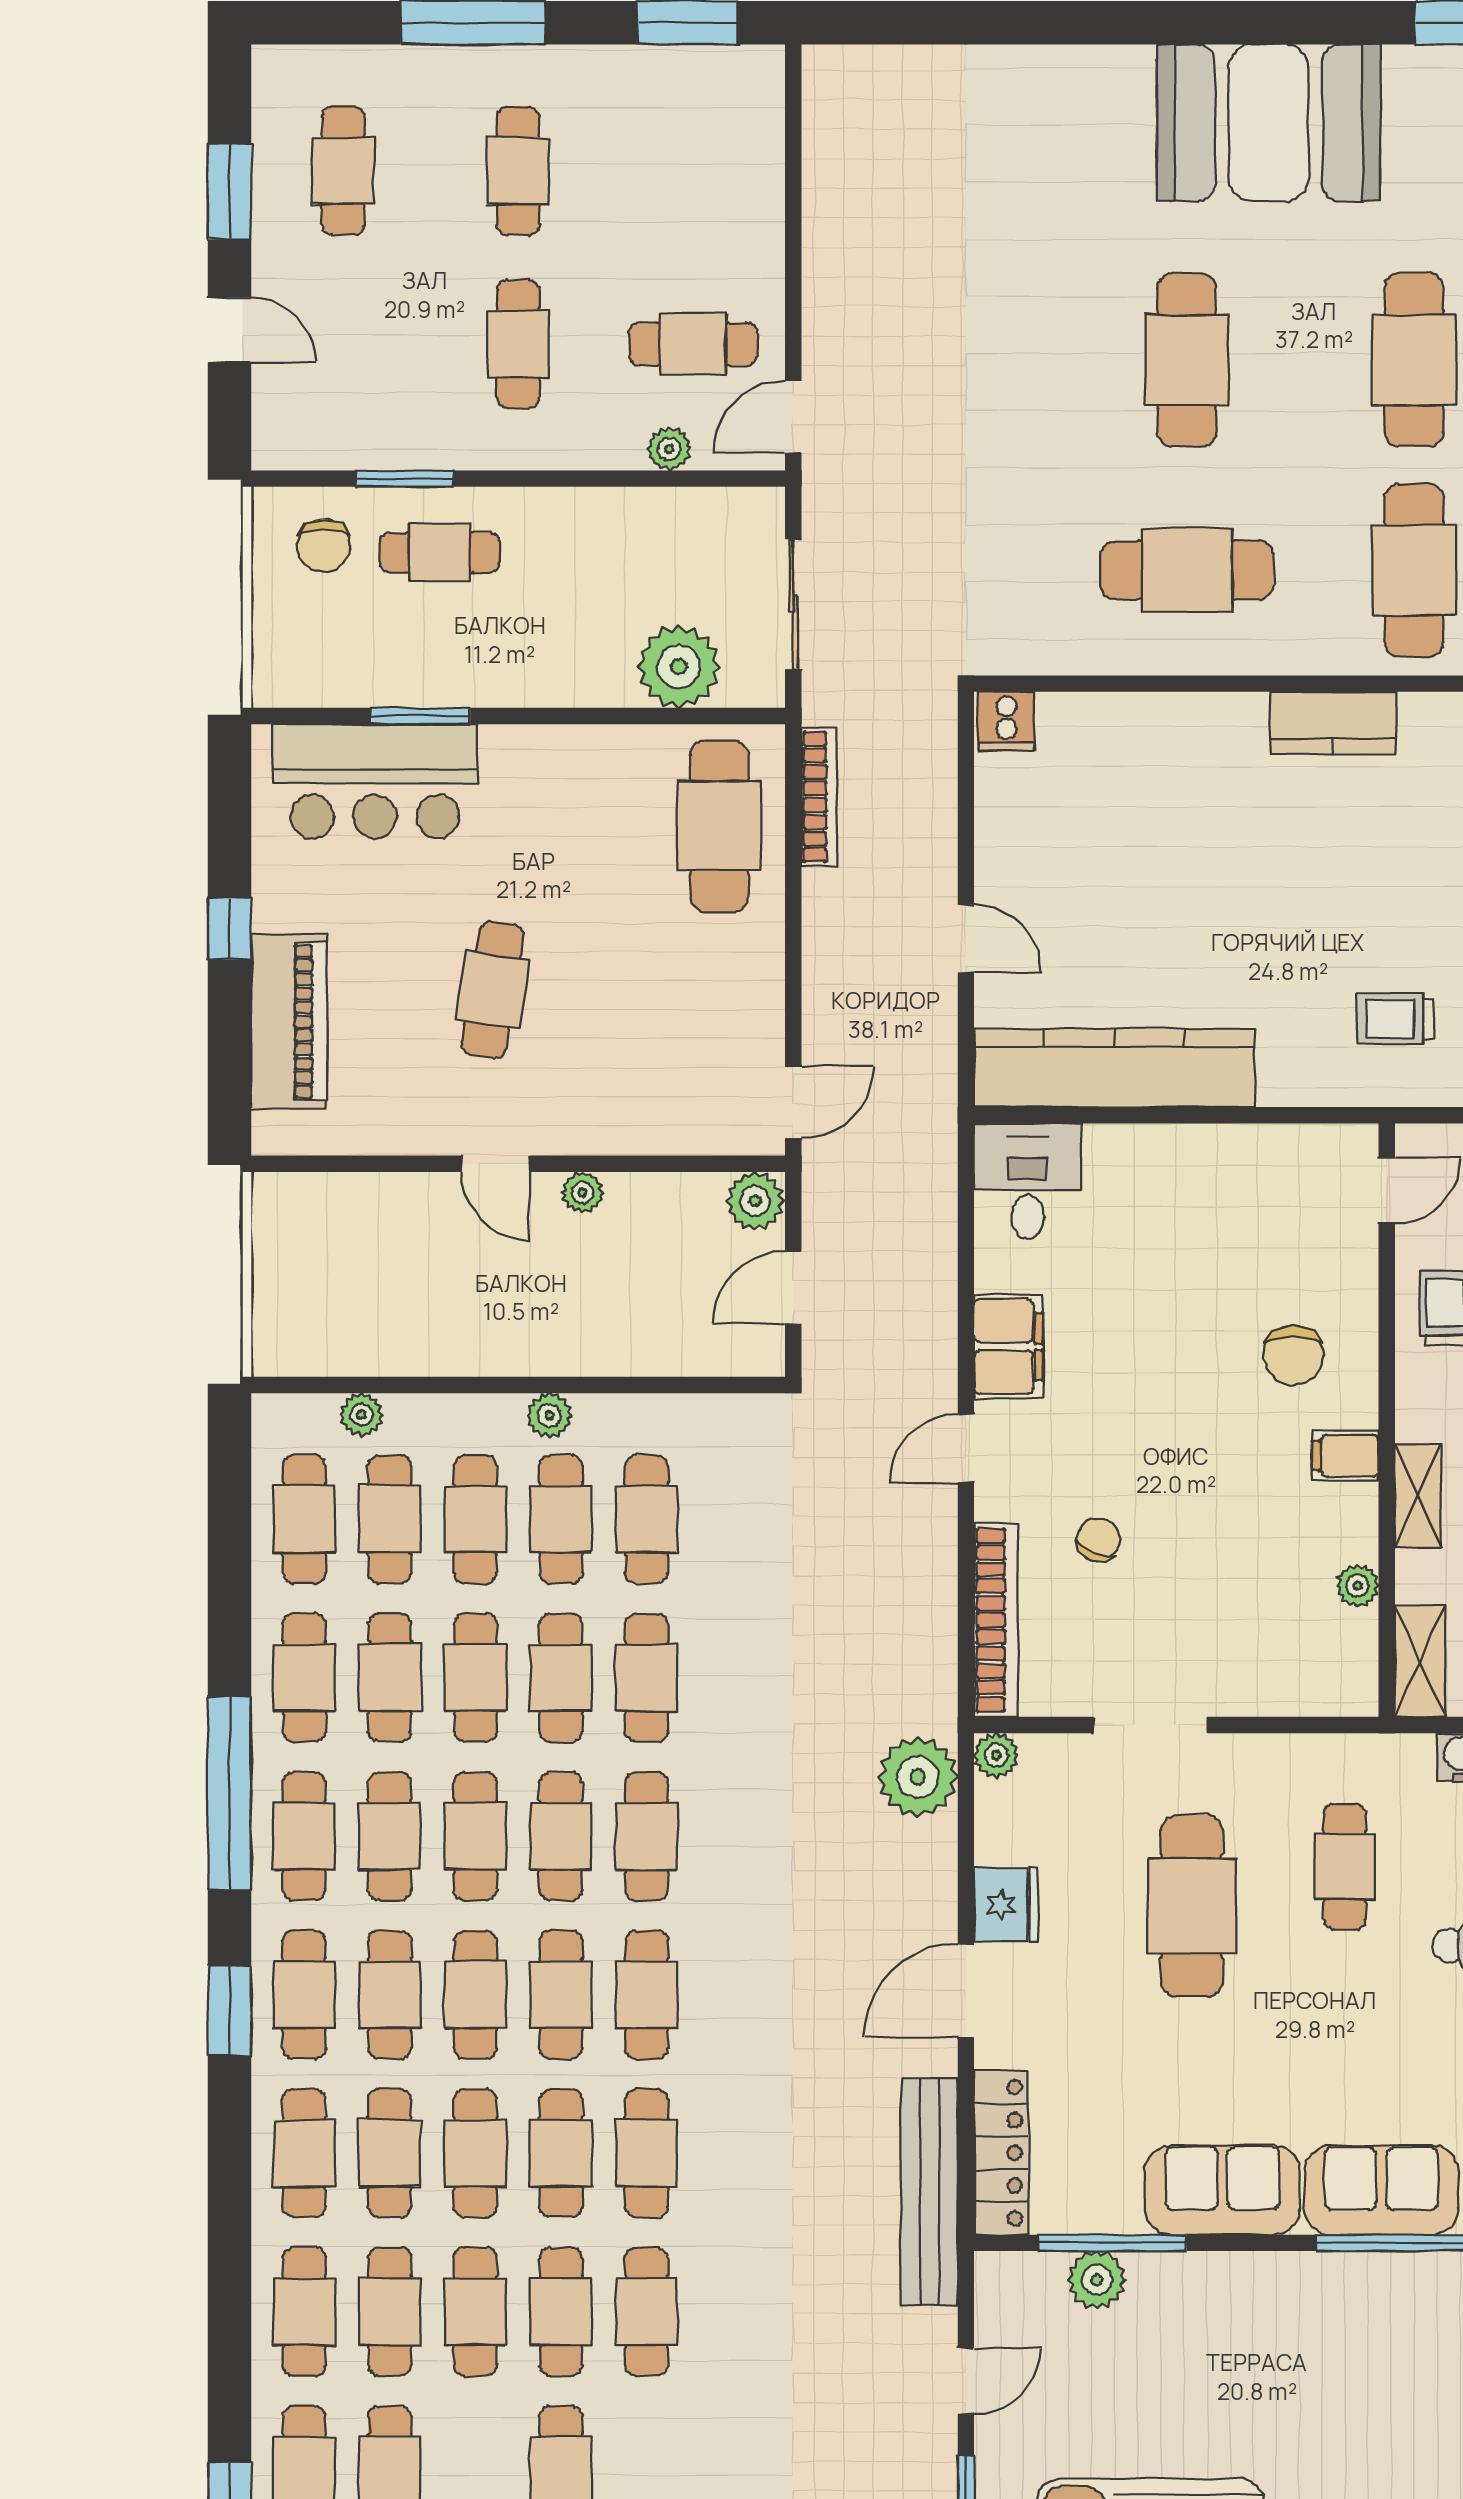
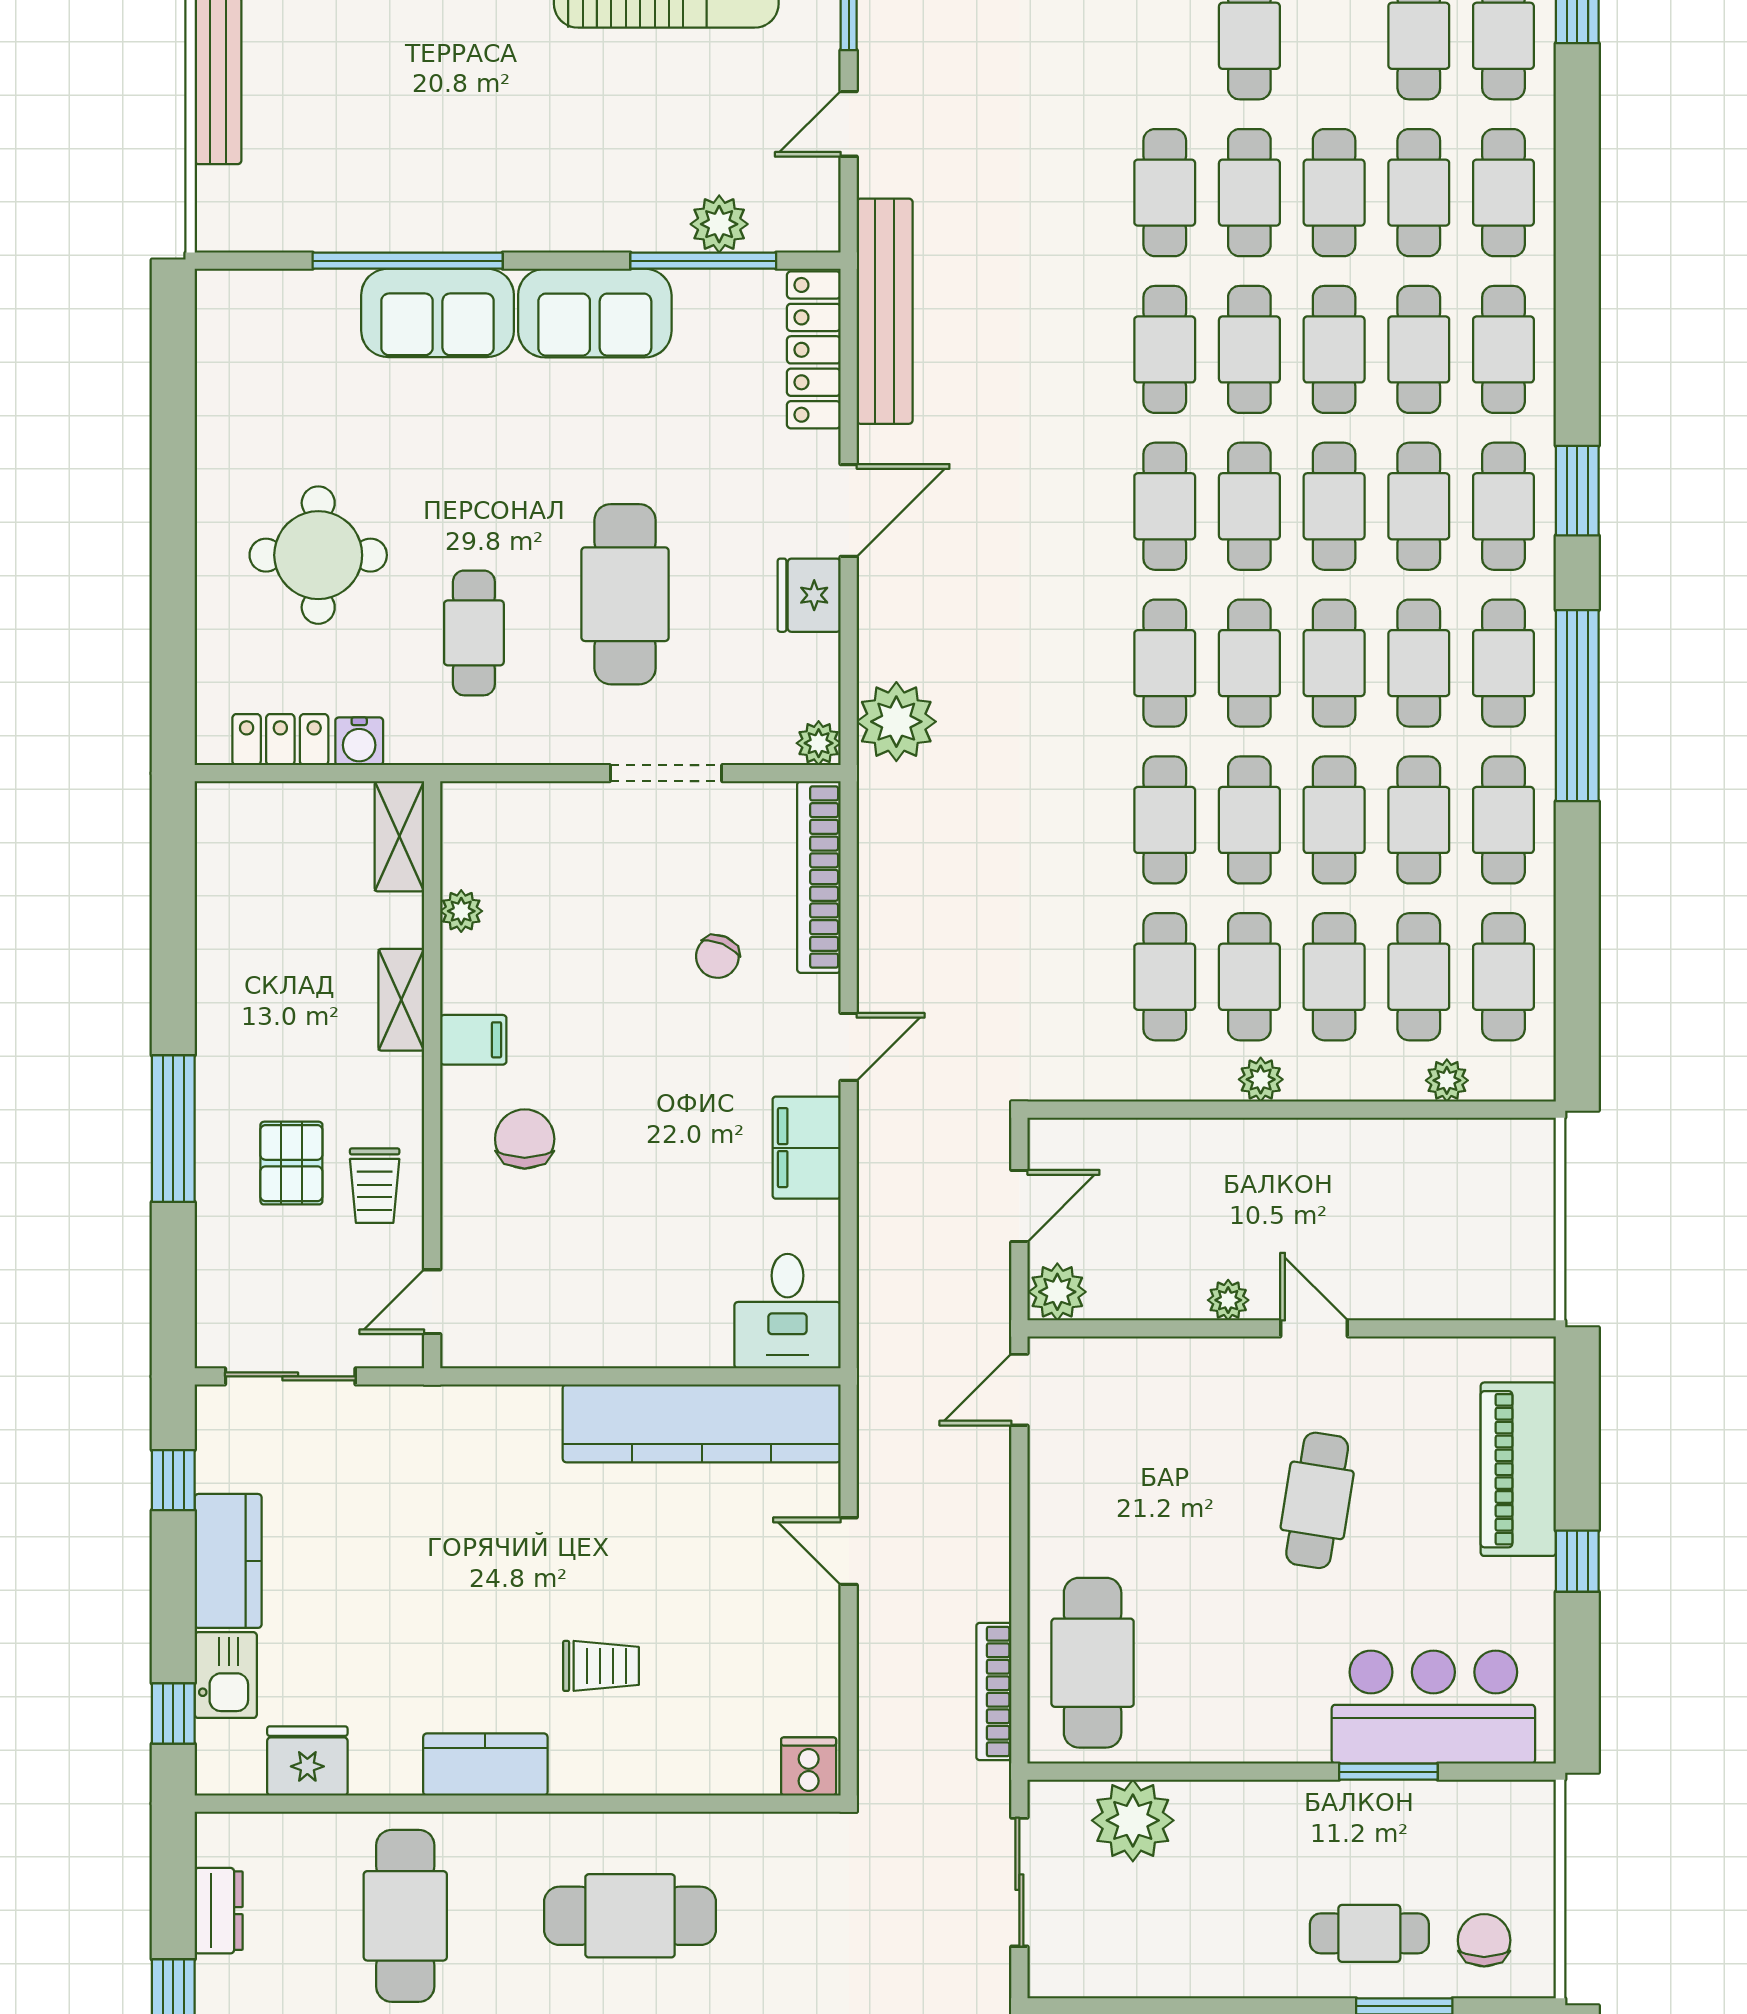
trolley: (1396, 1019) -> (601, 1666), moved

